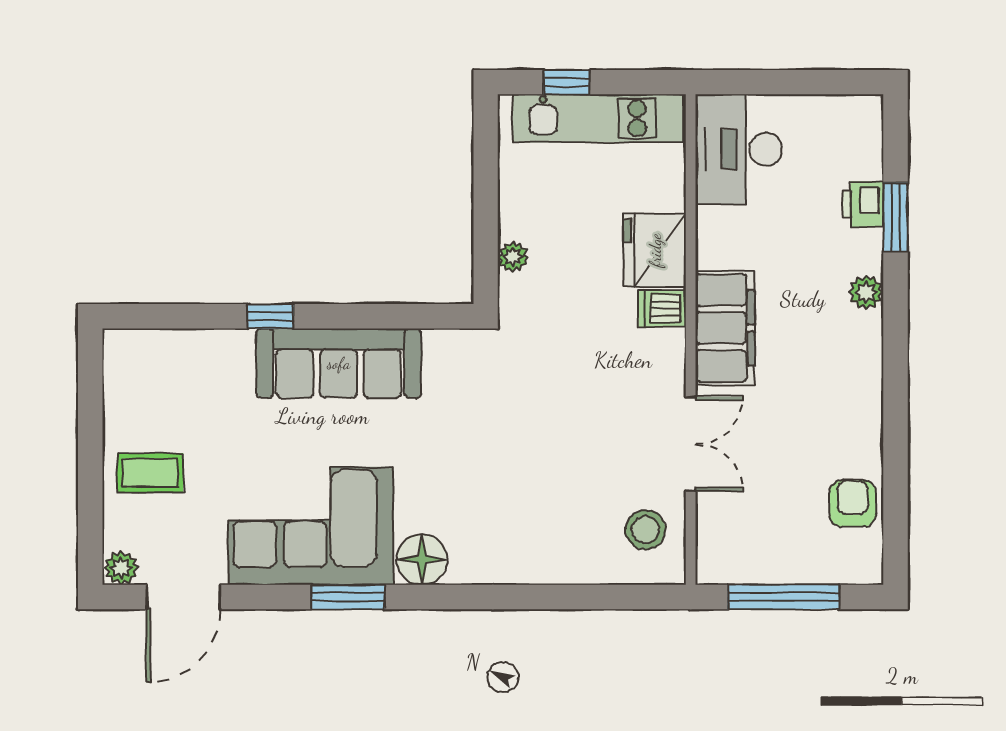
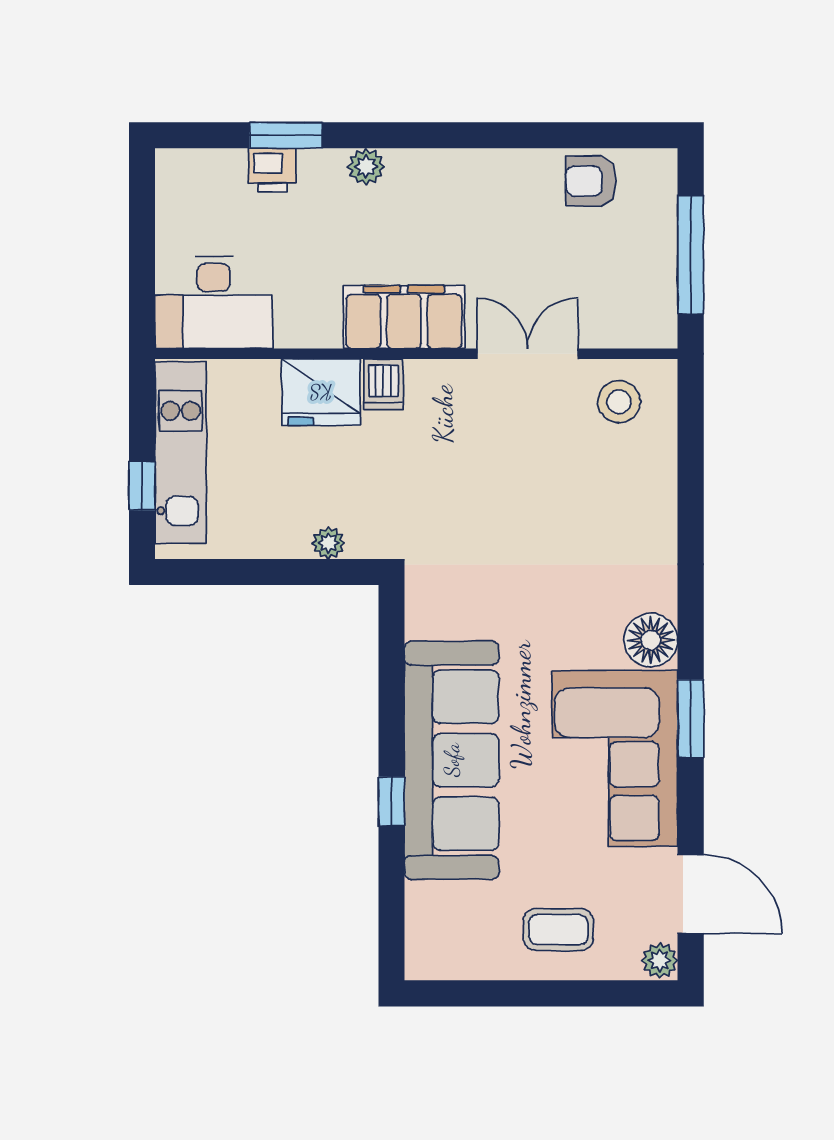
sofa: (339, 363) -> (452, 760), width x1.36, depth x1.27
coffee table: (150, 473) -> (558, 930), turned 90

